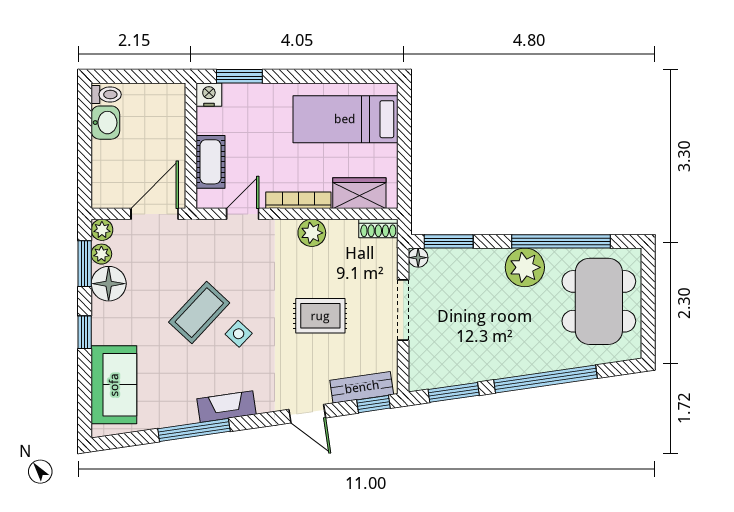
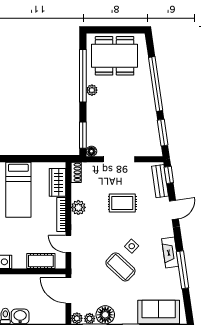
plant: (525, 267) -> (92, 90), width x0.53, depth x0.53
rug: (320, 316) -> (122, 203), turned 90

